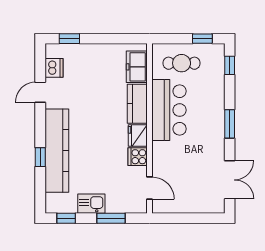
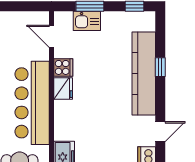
kitchen counter: (137, 104) -> (64, 120), removed
bar counter: (169, 110) -> (32, 103), width x1.36
kitchen sink: (91, 204) -> (87, 21), moved

